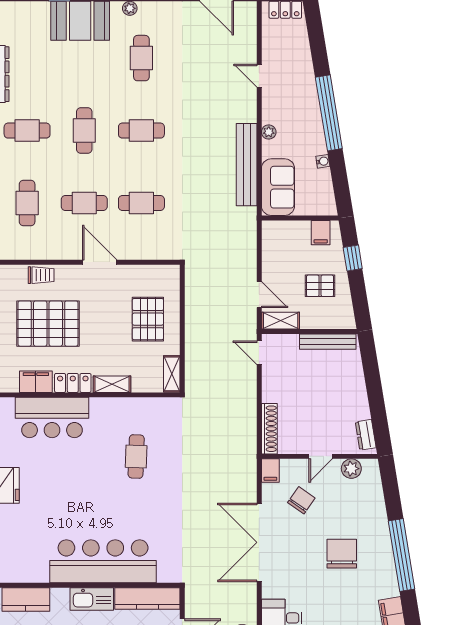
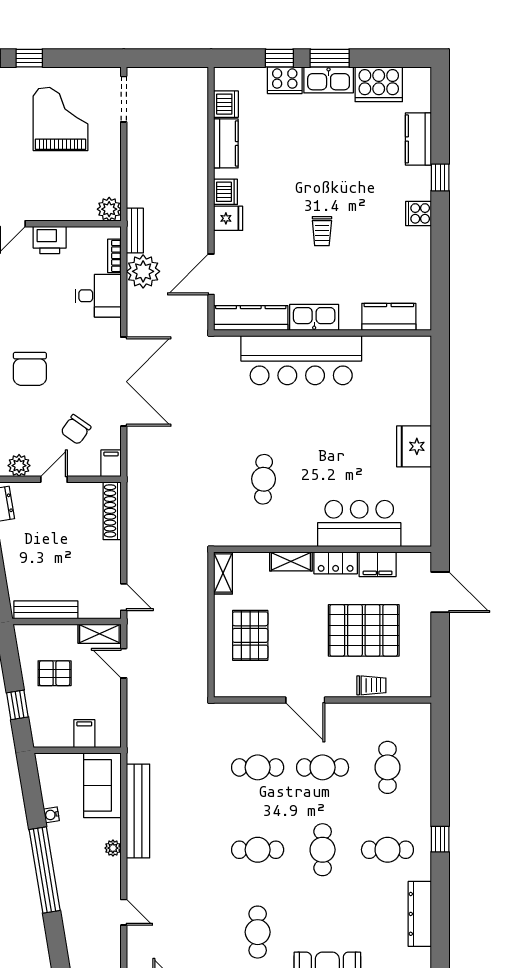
filing cabinet: (321, 233) -> (84, 734), moved
trolley: (41, 275) -> (371, 685), turned 180

